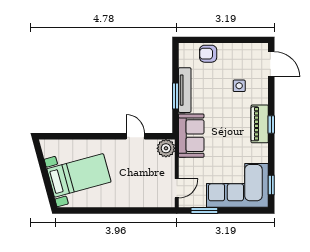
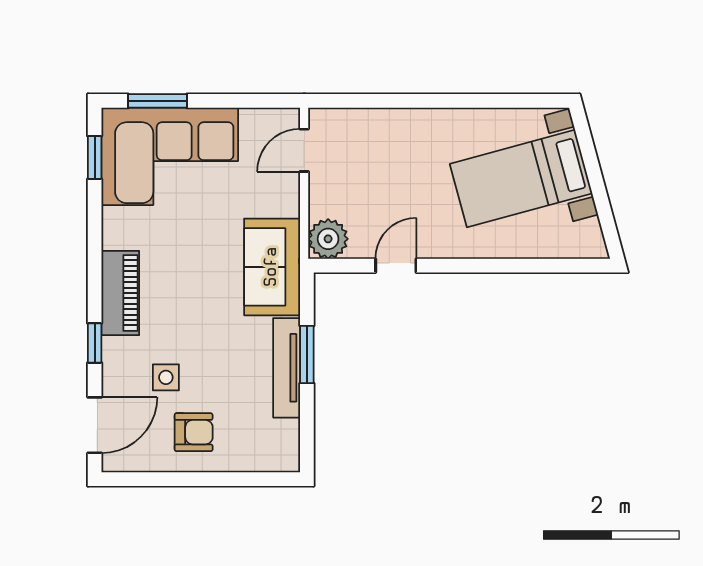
armchair: (208, 54) -> (194, 432), moved
door: (271, 64) -> (95, 425), swing flipped
window: (271, 124) -> (95, 343), moved
door: (135, 136) -> (396, 266), swing flipped
window: (204, 211) -> (157, 101), moved

